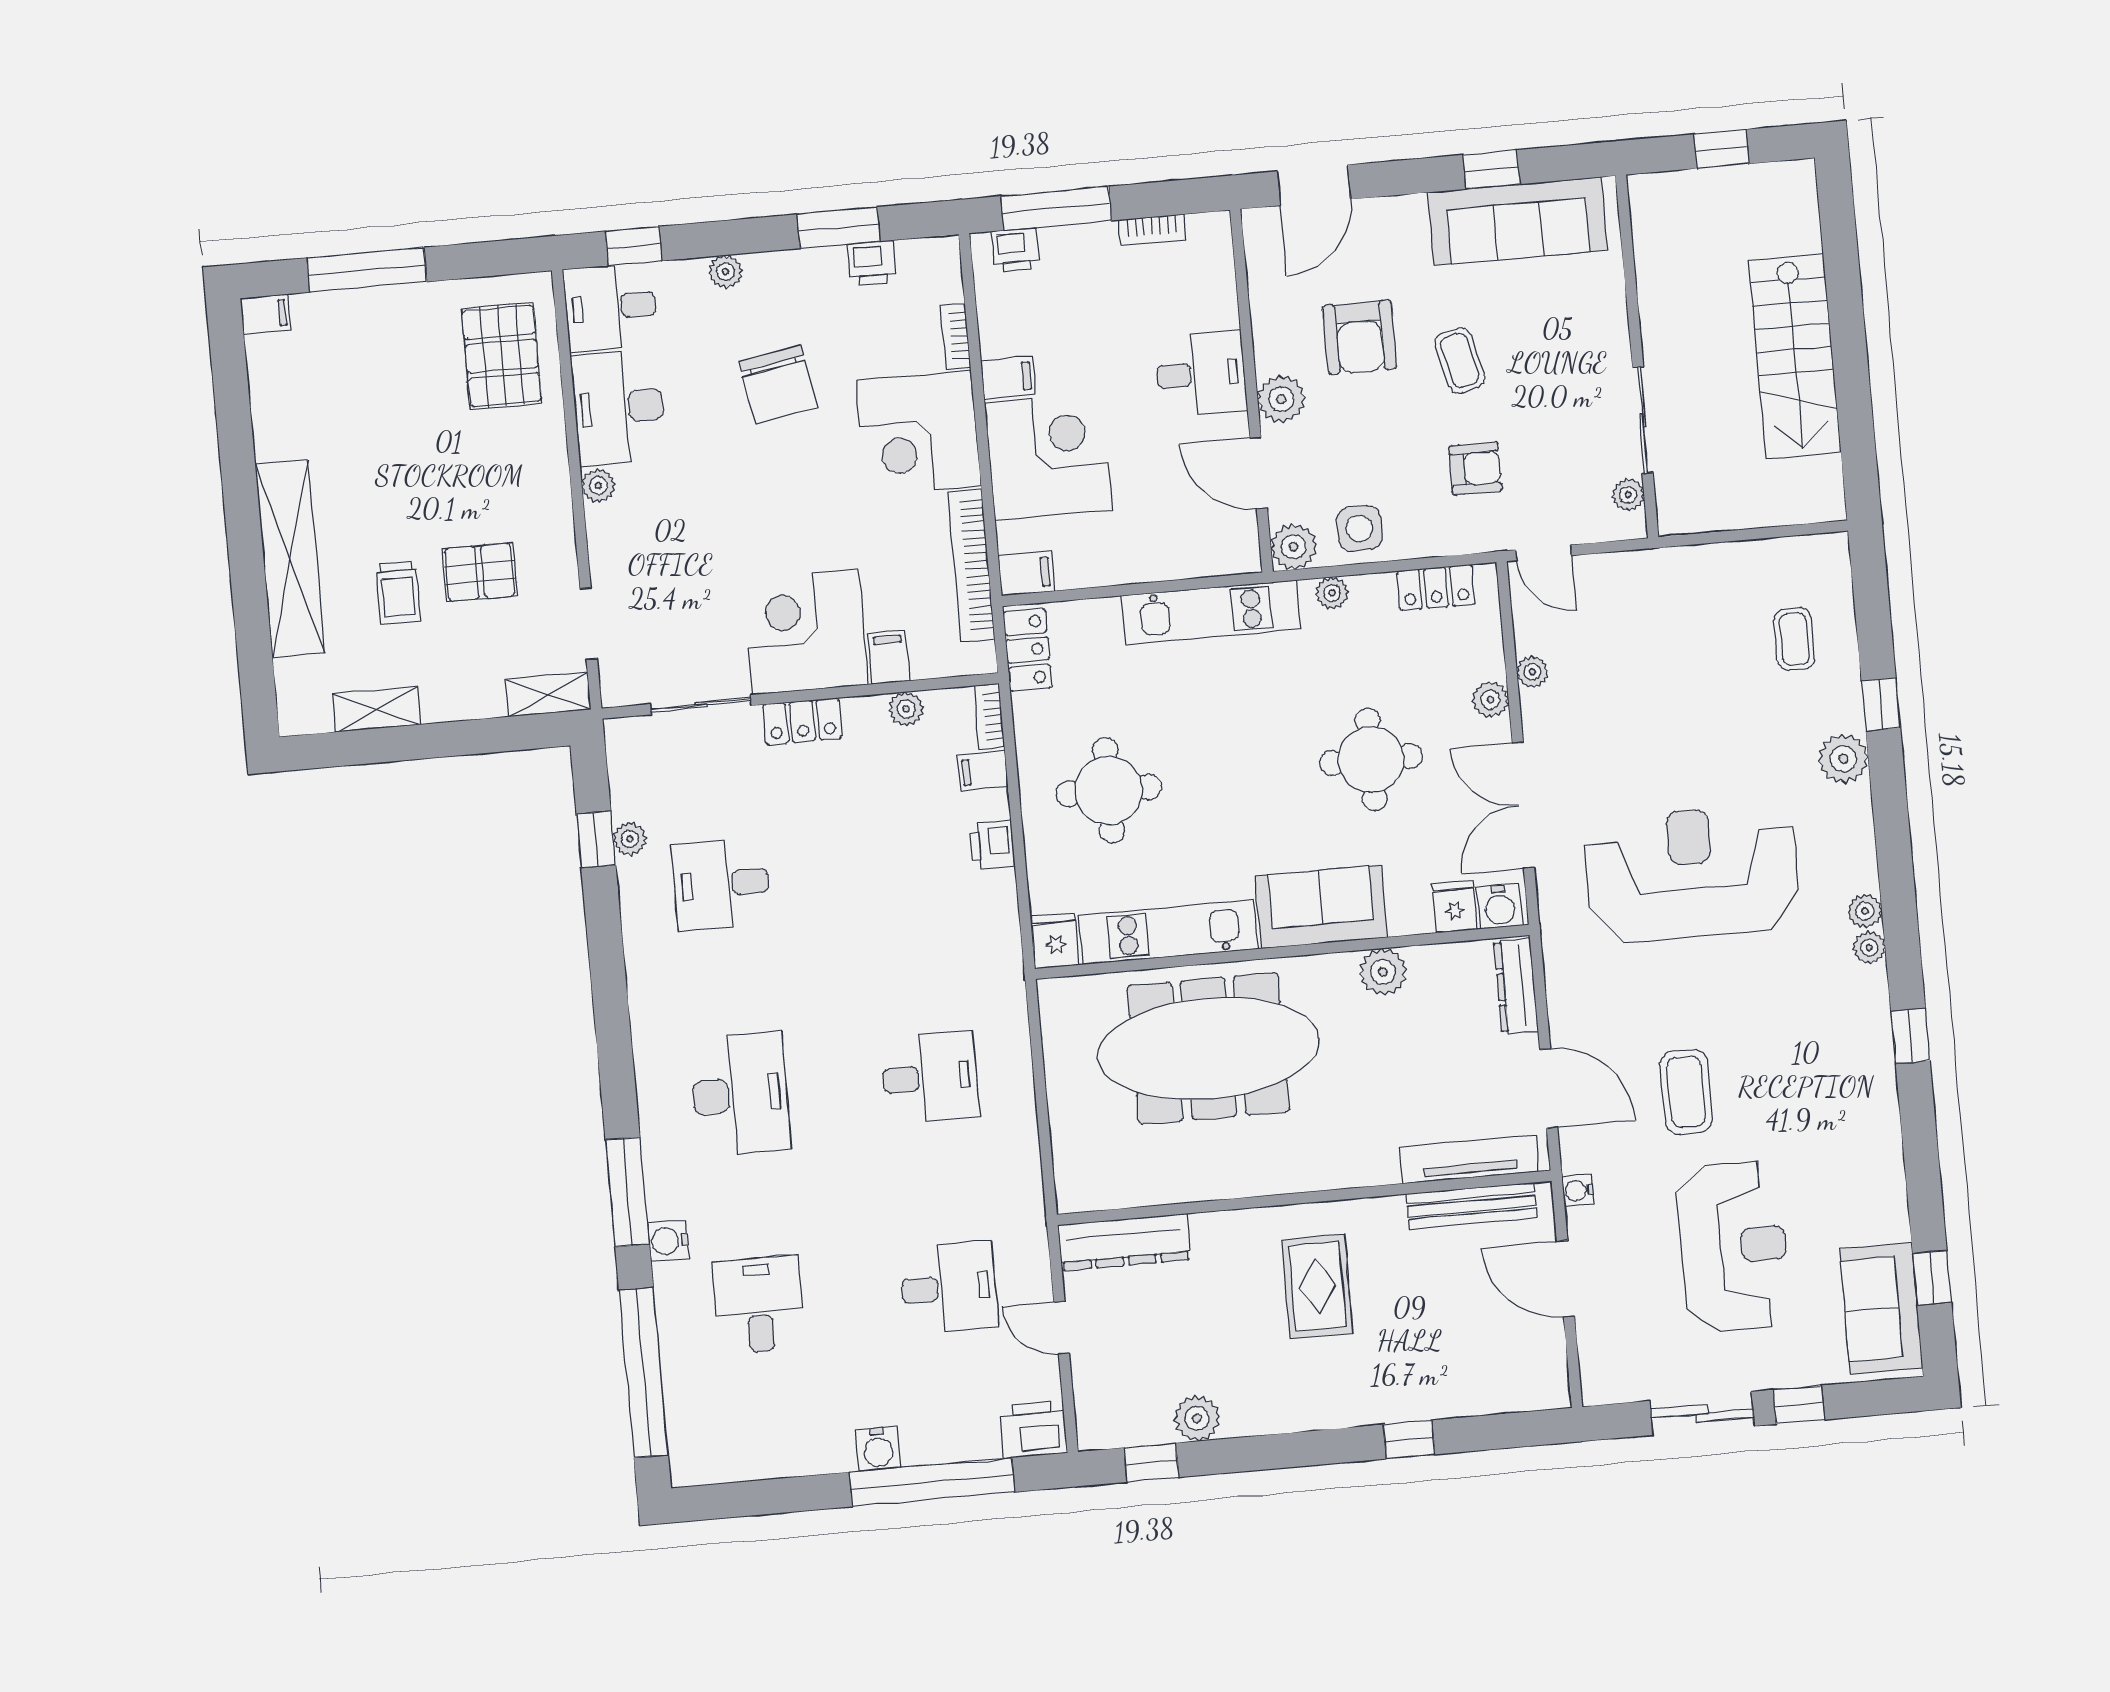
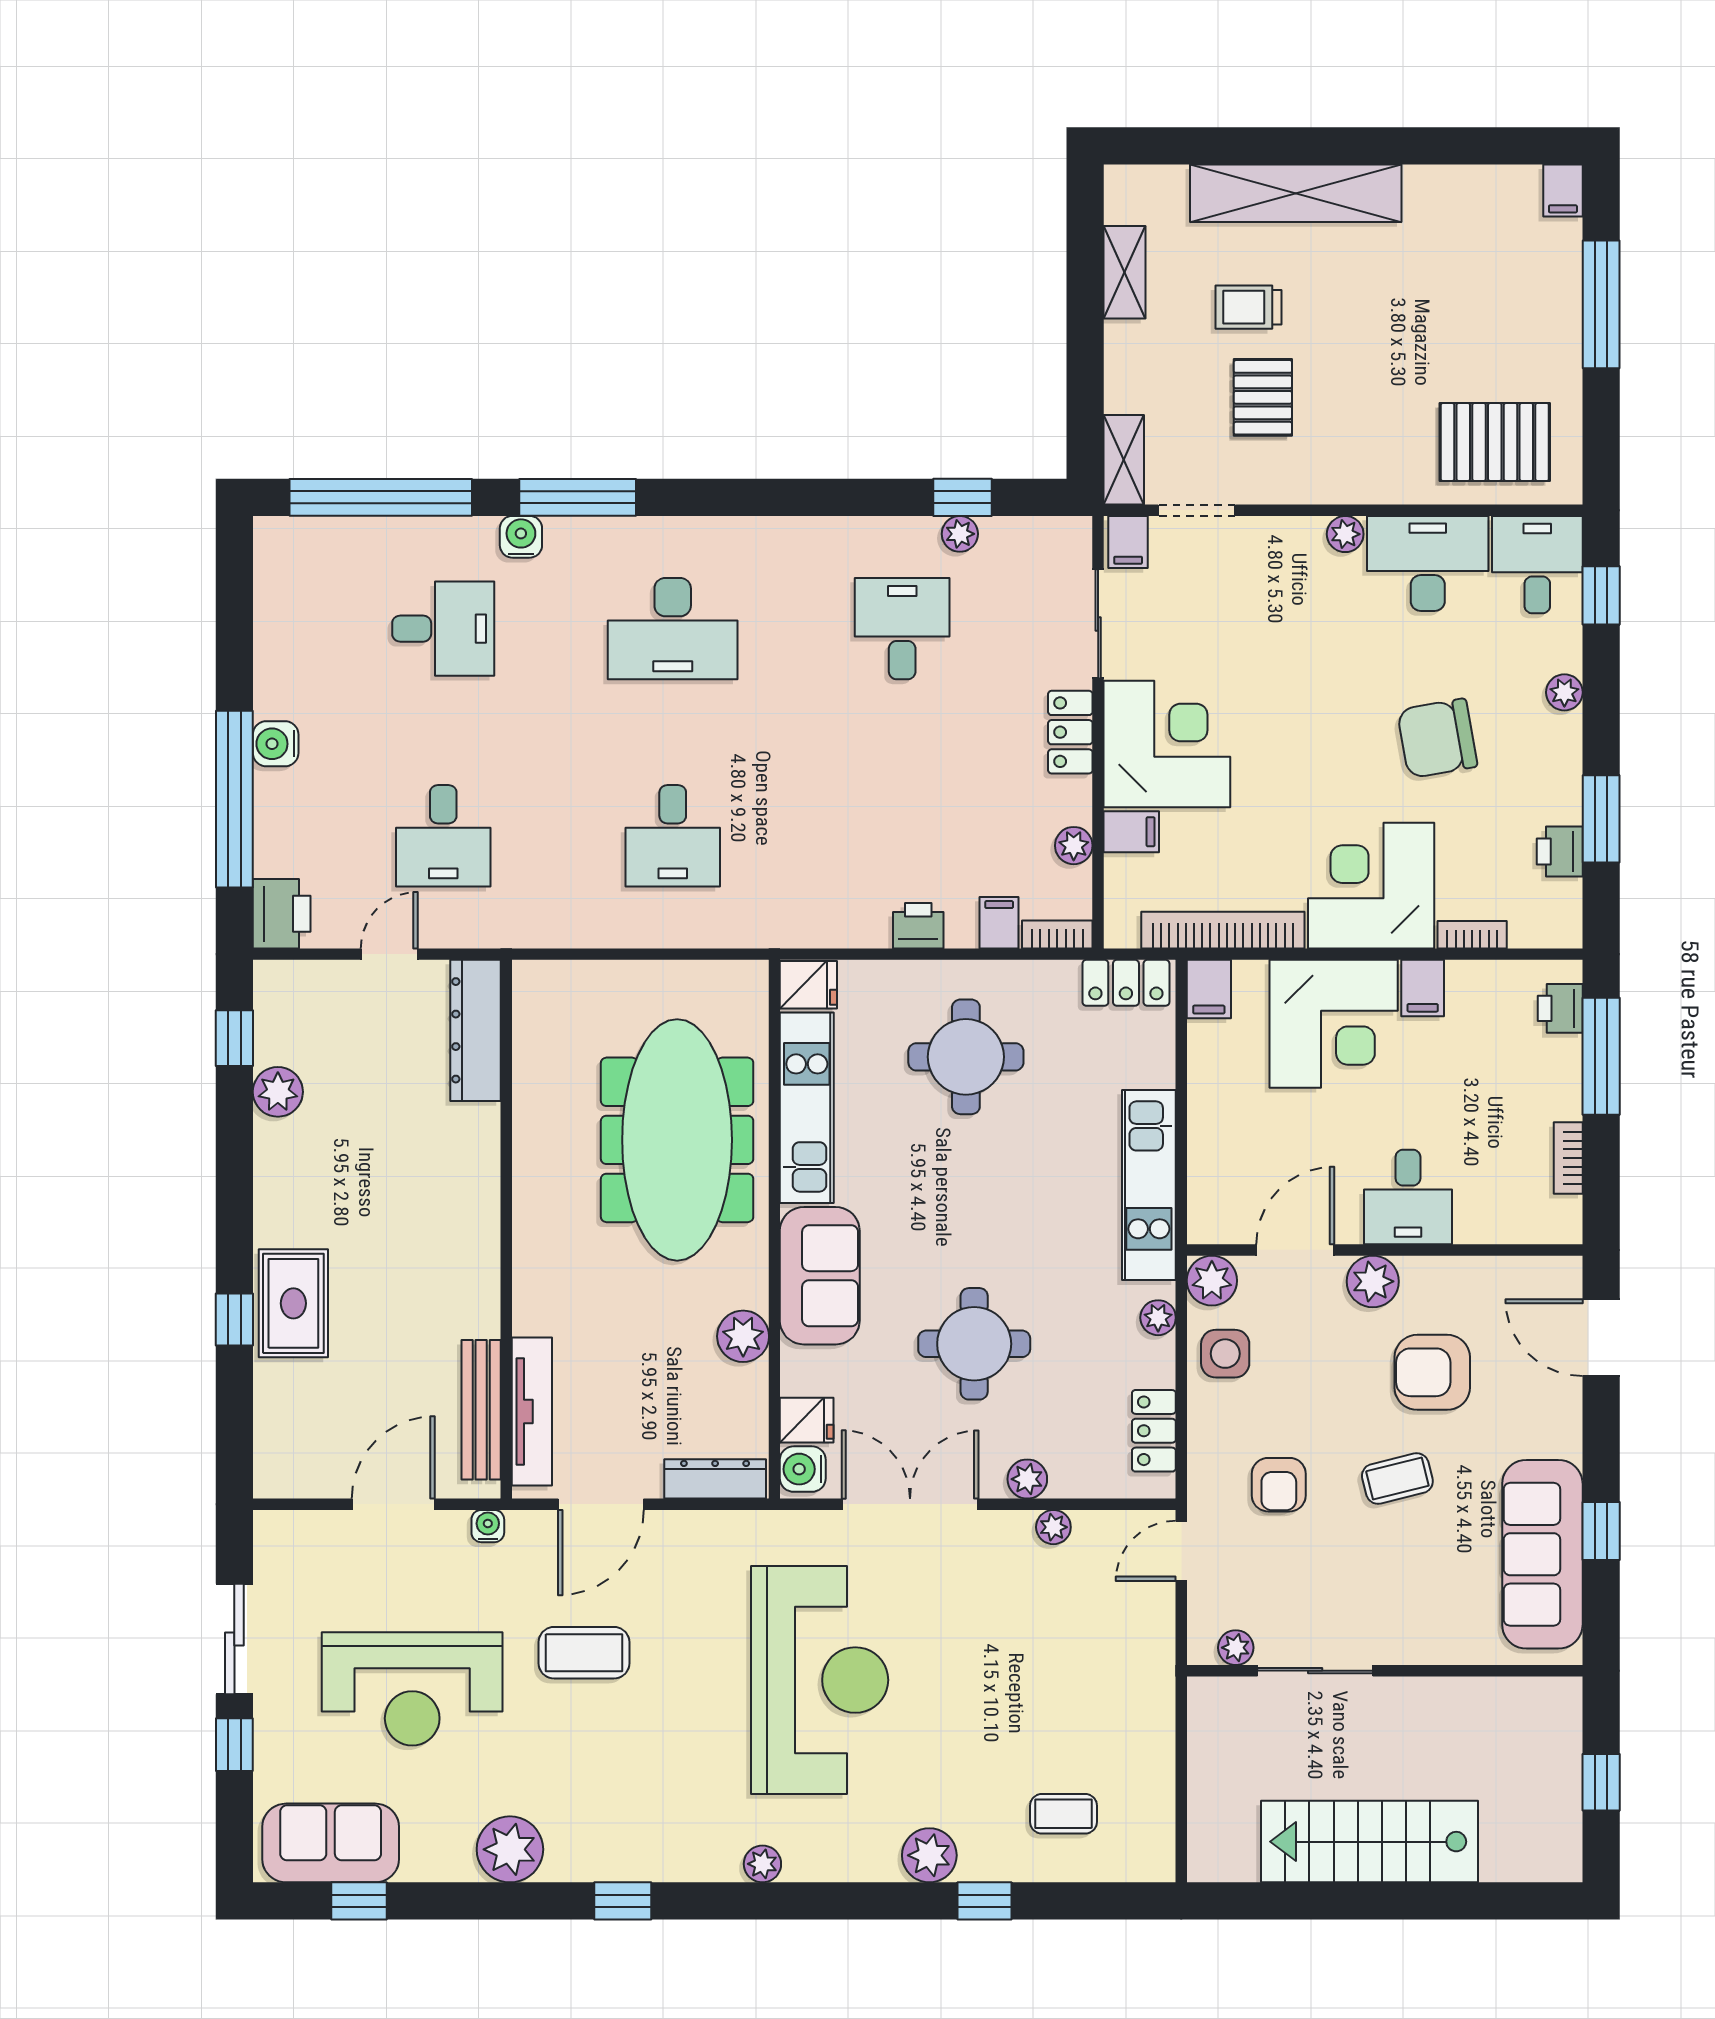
filing cabinet: (623, 684) -> (1128, 542), added
plant: (1869, 947) -> (510, 1849), moved, width x1.88, depth x1.88
rug: (1317, 1286) -> (293, 1303), moved, turned 90

